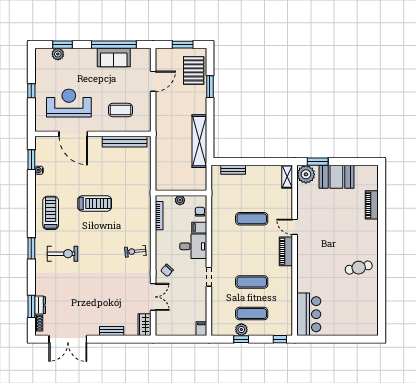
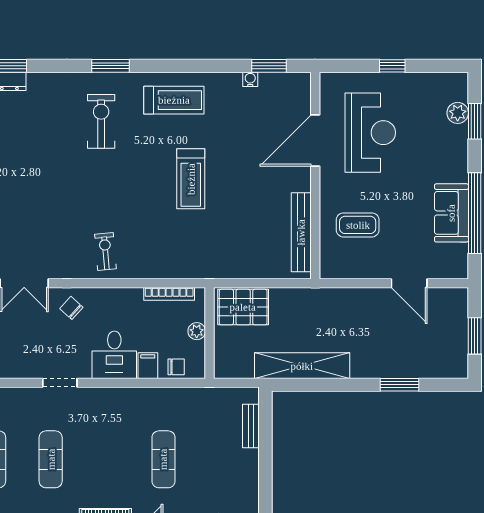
pallet: (194, 70) -> (243, 307), moved
coffee table: (121, 110) -> (358, 225), turned 90
exercise bike: (63, 254) -> (101, 121), turned 180

